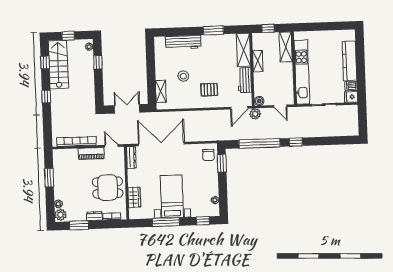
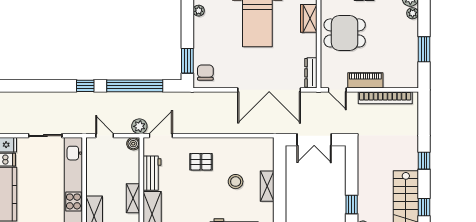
shelving: (161, 91) -> (267, 186), moved

